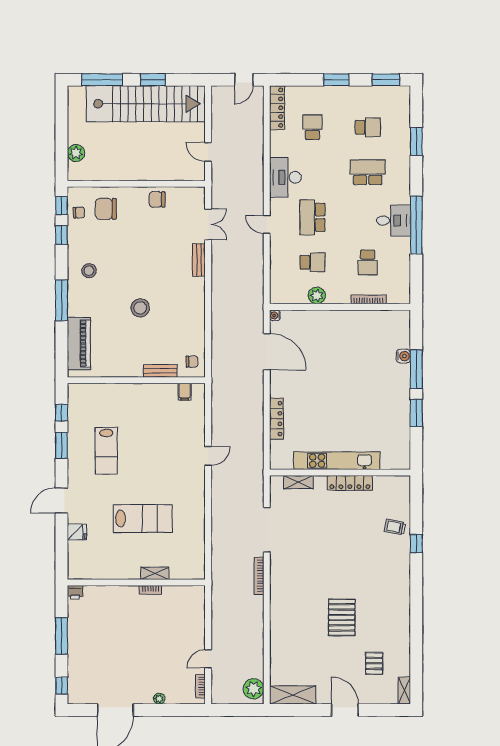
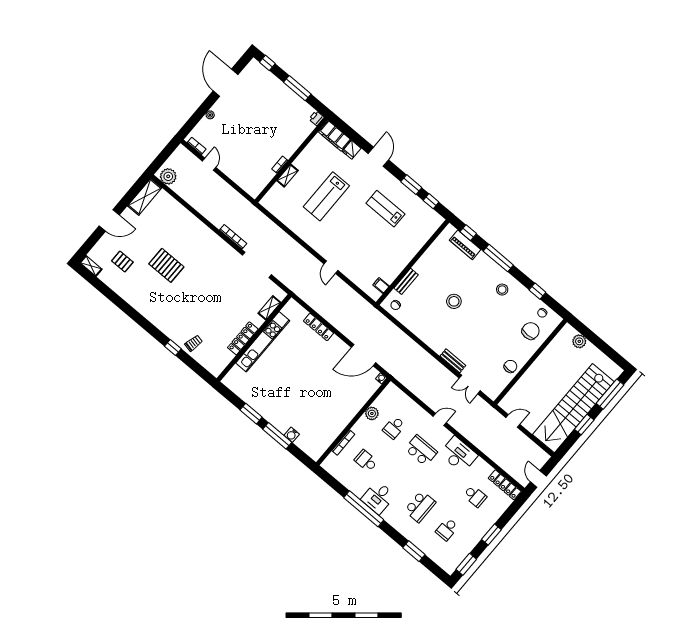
window: (62, 206) -> (468, 233), moved
piano: (79, 344) -> (465, 245), width x0.73, depth x0.75
filing cabinet: (77, 560) -> (335, 136), added

